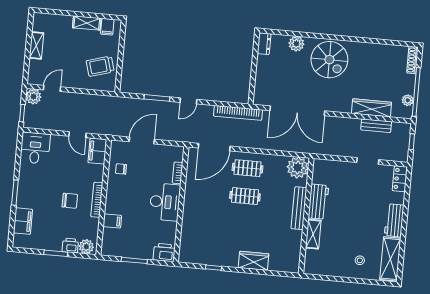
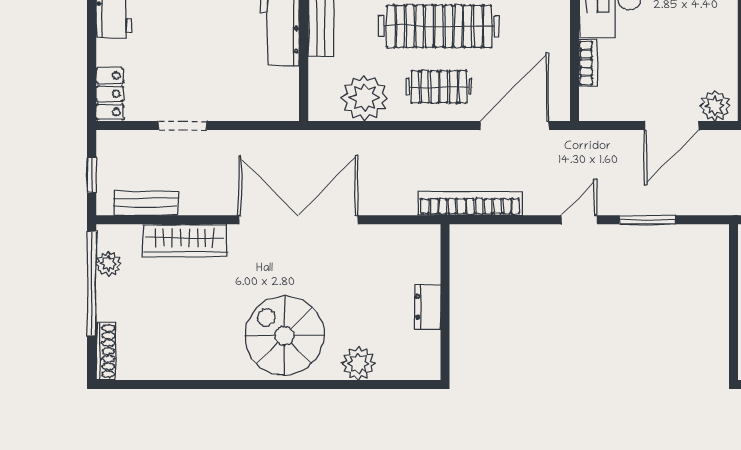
dresser: (264, 44) -> (428, 307), moved
double door: (297, 111) -> (298, 220), moved
bench: (376, 126) -> (146, 203), moved
plant: (121, 148) -> (715, 106), added
plant: (298, 168) -> (364, 98), moved
chair: (121, 169) -> (710, 60), removed
clothes rail: (245, 196) -> (439, 26), width x1.86, depth x1.31

